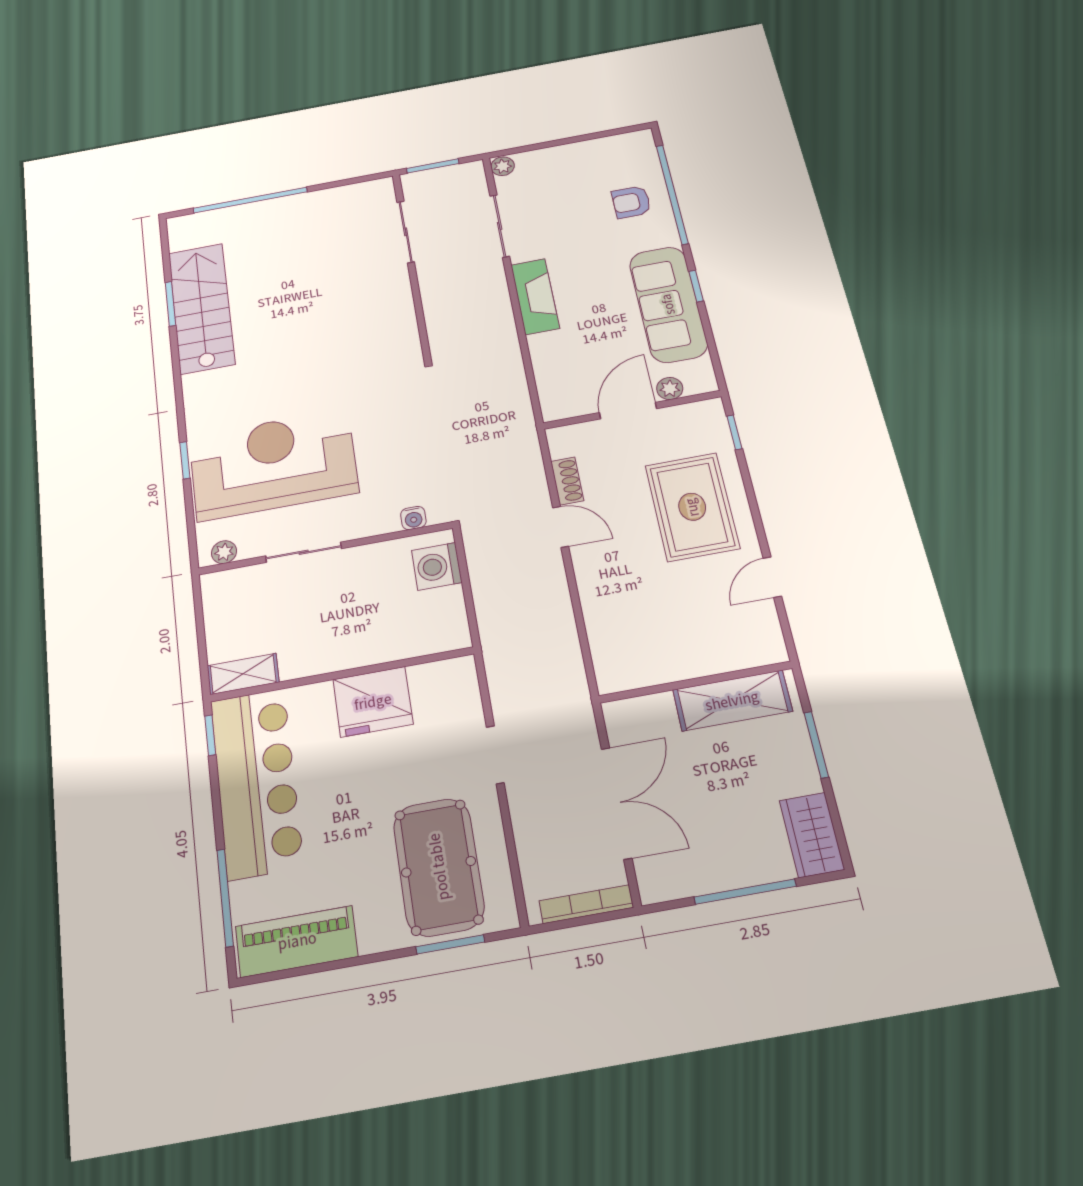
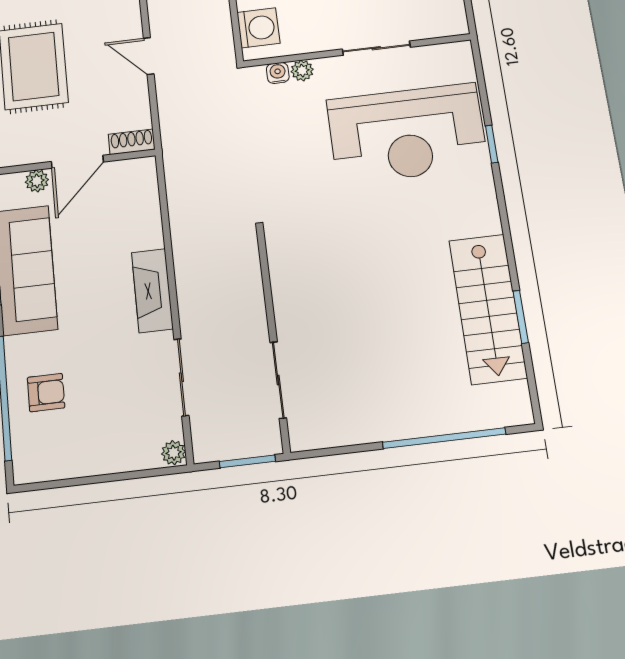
shoe rack: (567, 481) -> (132, 142), moved, turned 90
plant: (224, 552) -> (302, 71), moved

